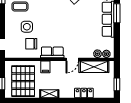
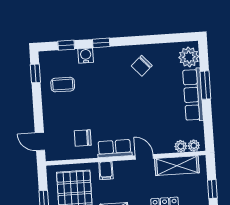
side table: (27, 27) -> (75, 114), removed
door: (72, 59) -> (144, 157), swing flipped

